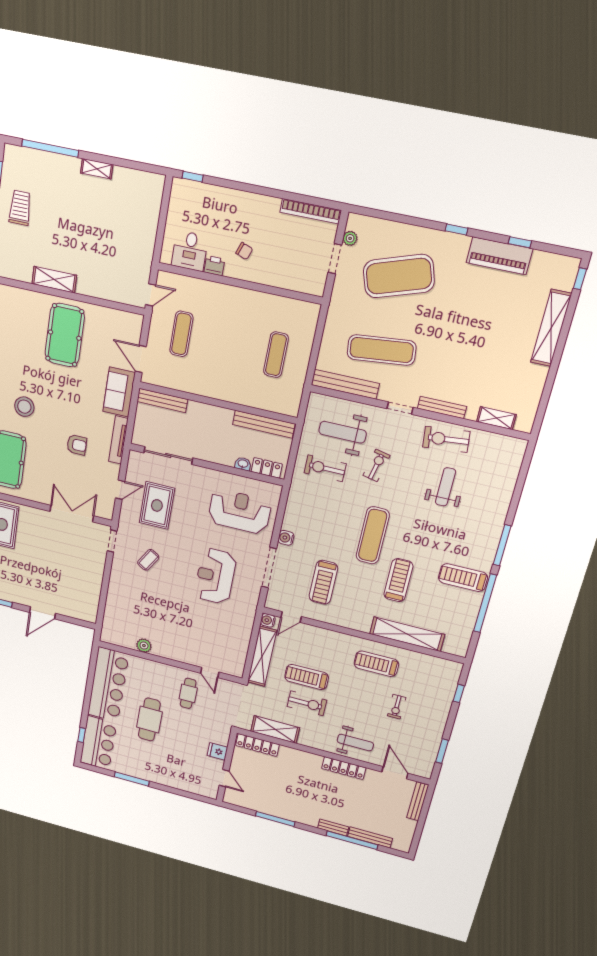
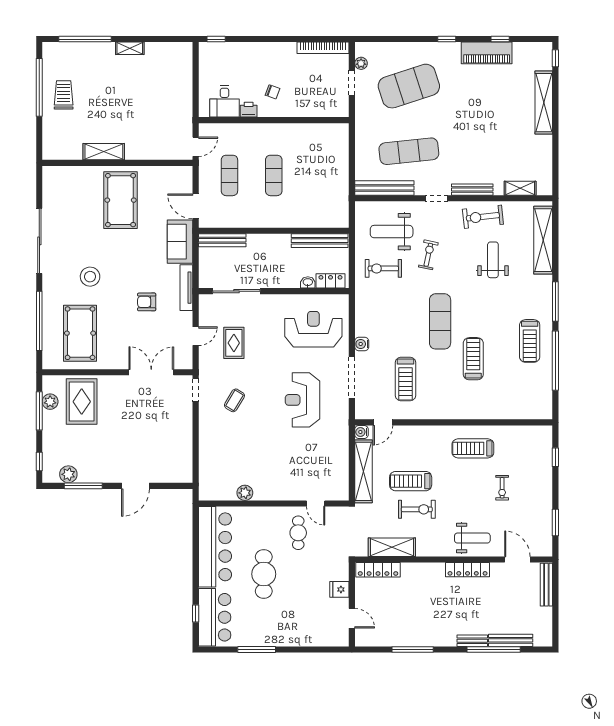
exercise mat: (276, 355) -> (274, 175), moved
armchair: (77, 445) -> (147, 302), turned 180
rug: (157, 505) -> (234, 343), width x0.73, depth x0.70
treadmill: (463, 578) -> (530, 341), turned -90
shelving: (407, 634) -> (543, 240), moved, turned 90

